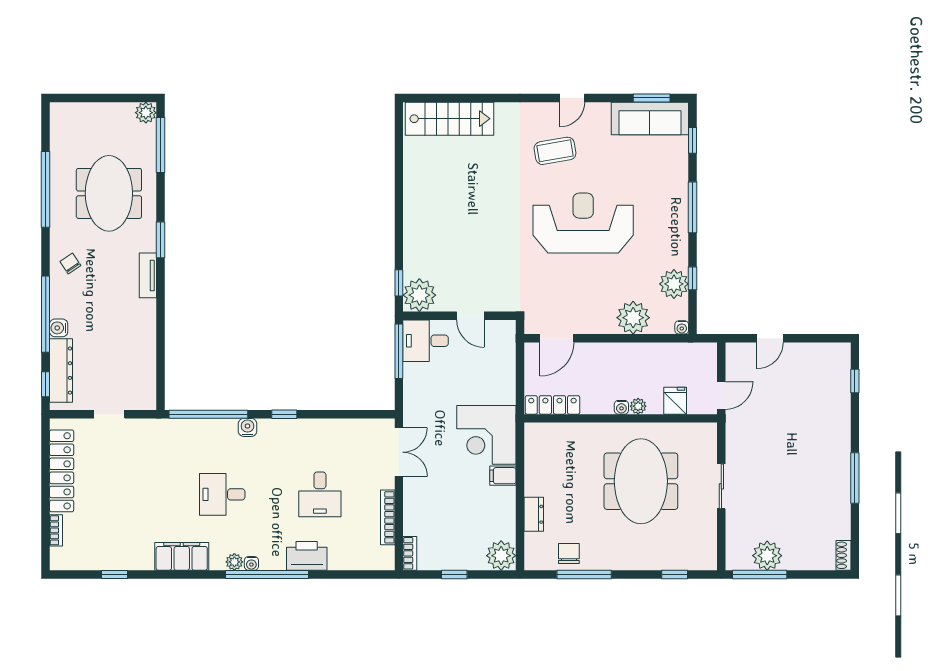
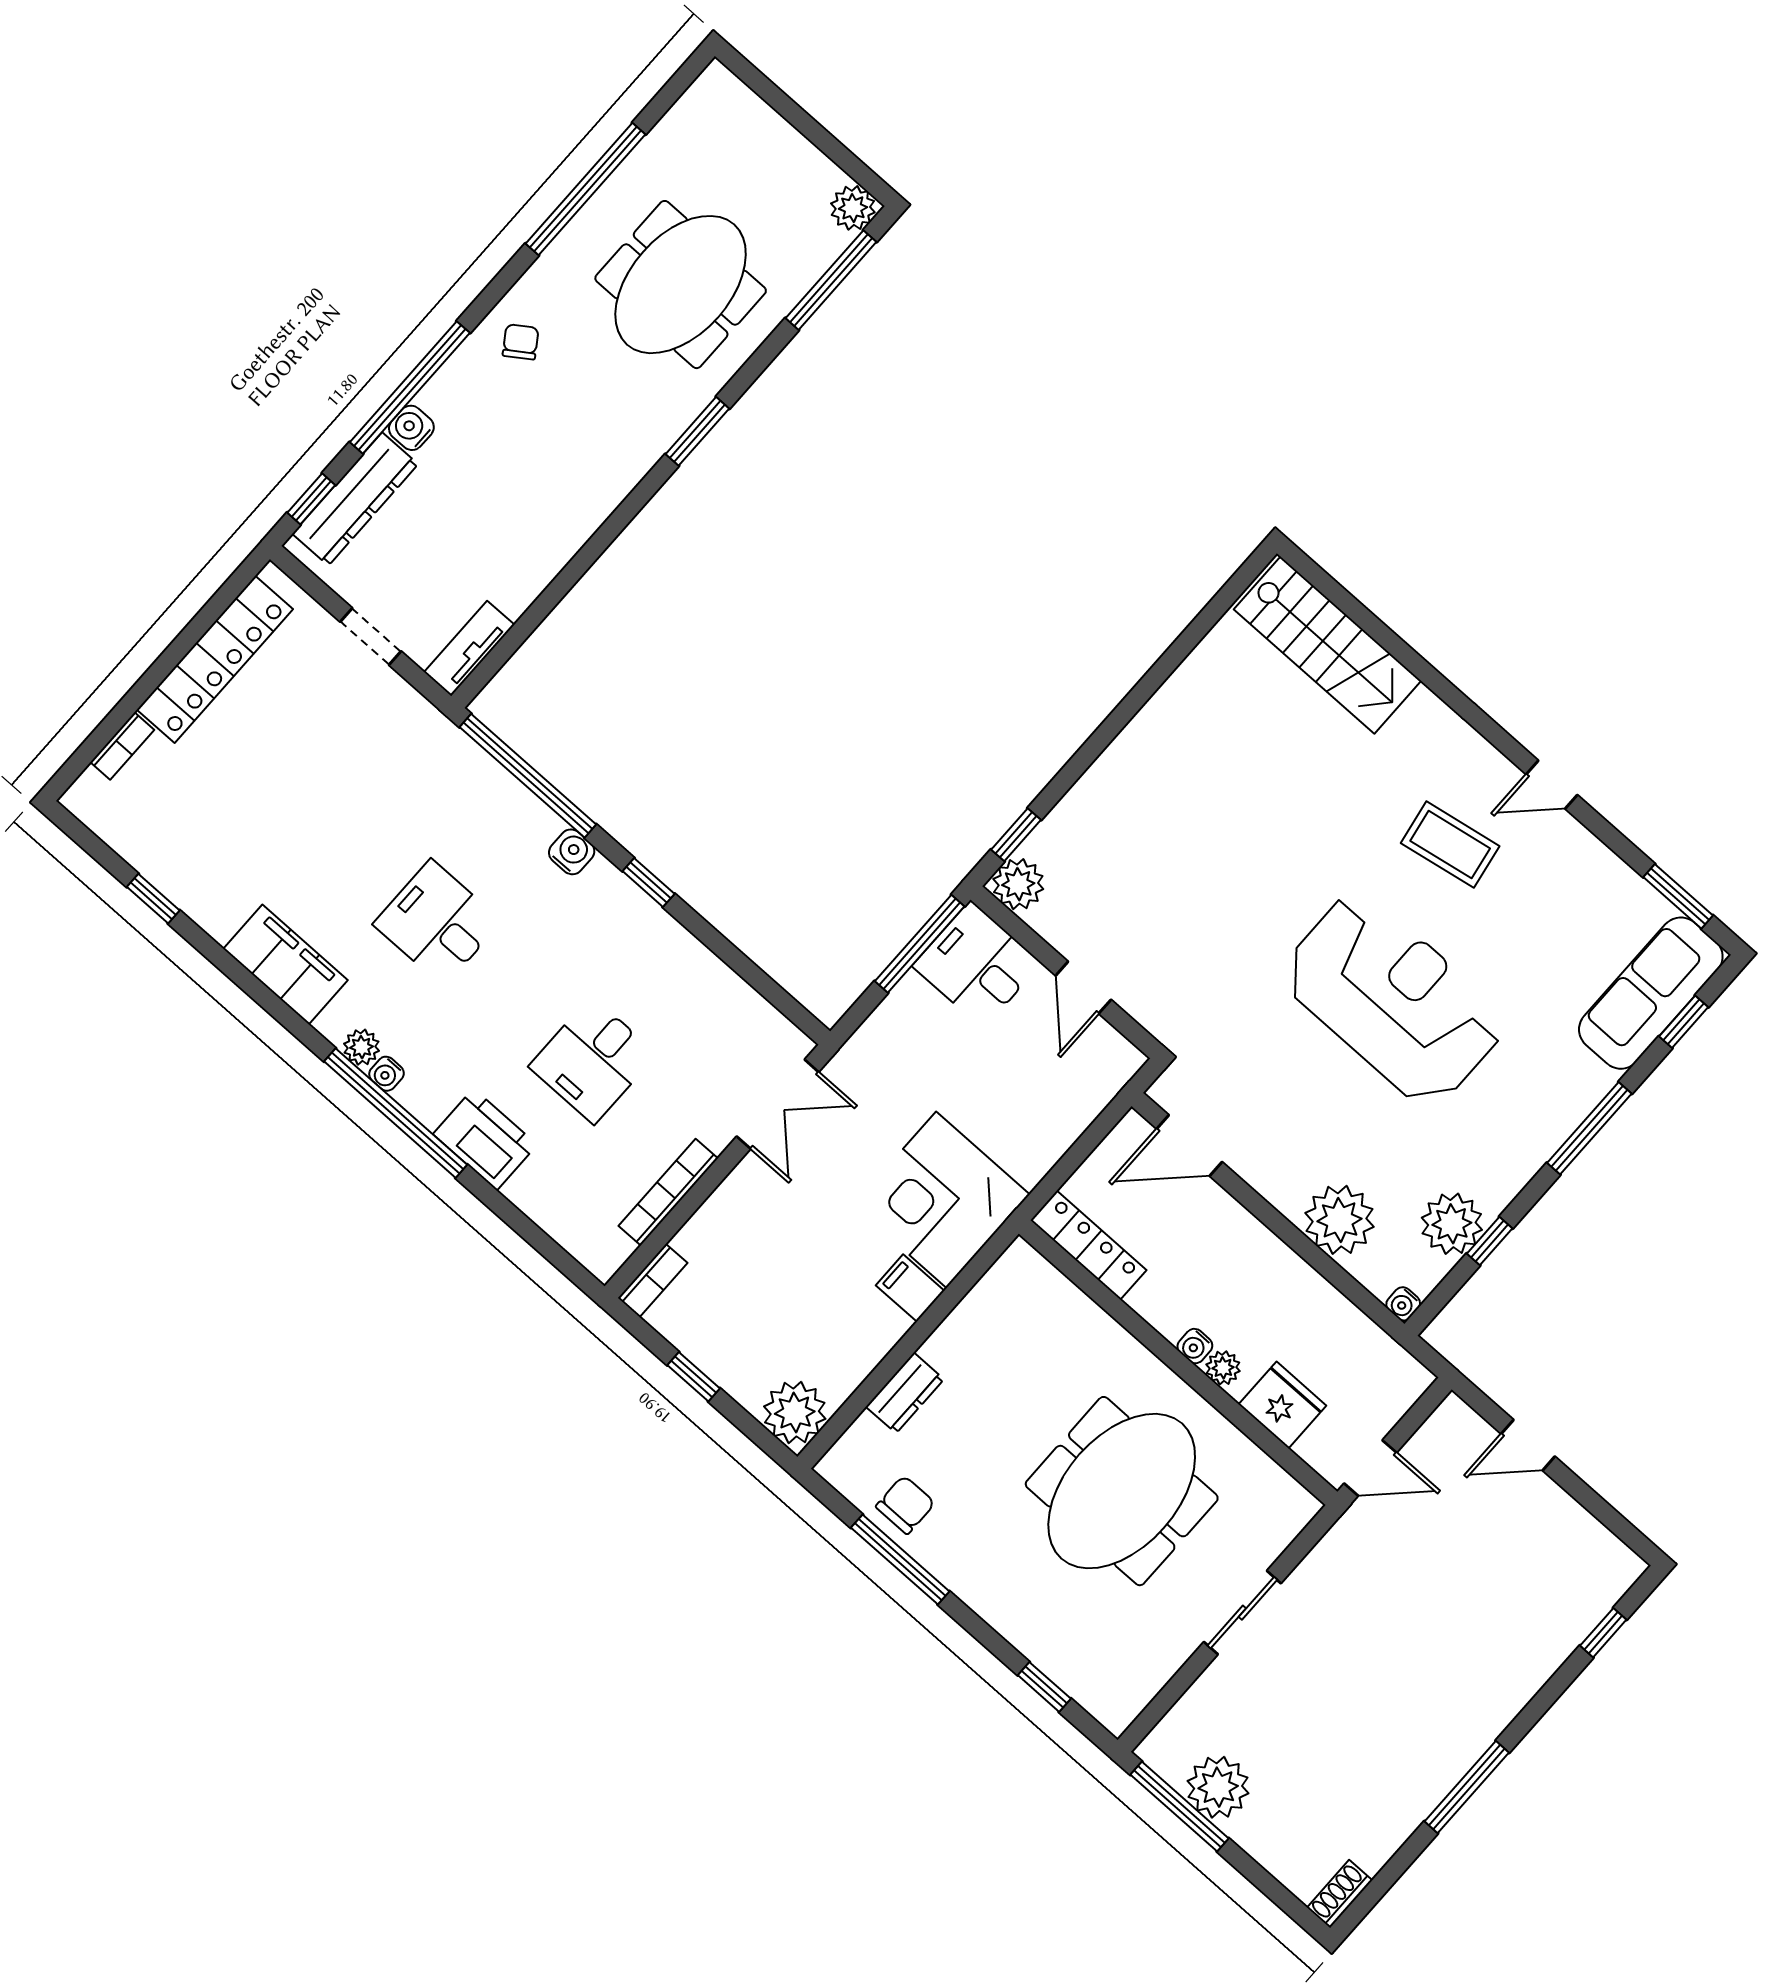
sofa: (650, 118) -> (1651, 993), moved, turned 90
tv unit: (148, 275) -> (469, 648), moved
plant: (419, 295) -> (1018, 884), width x0.73, depth x0.73
fridge: (675, 401) -> (1282, 1405), width x1.38

